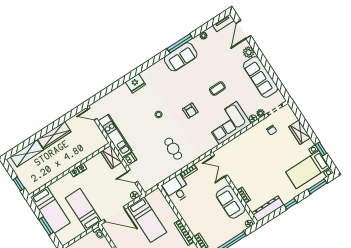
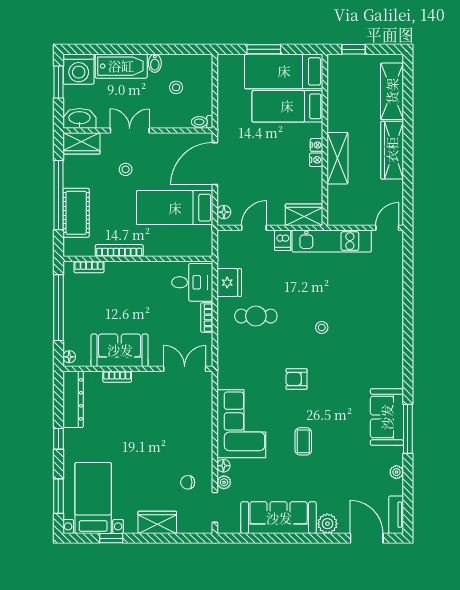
fridge: (135, 83) -> (229, 283), moved, turned 180
shelving: (75, 159) -> (337, 158), added
bed: (83, 210) -> (287, 106), moved, turned 180

